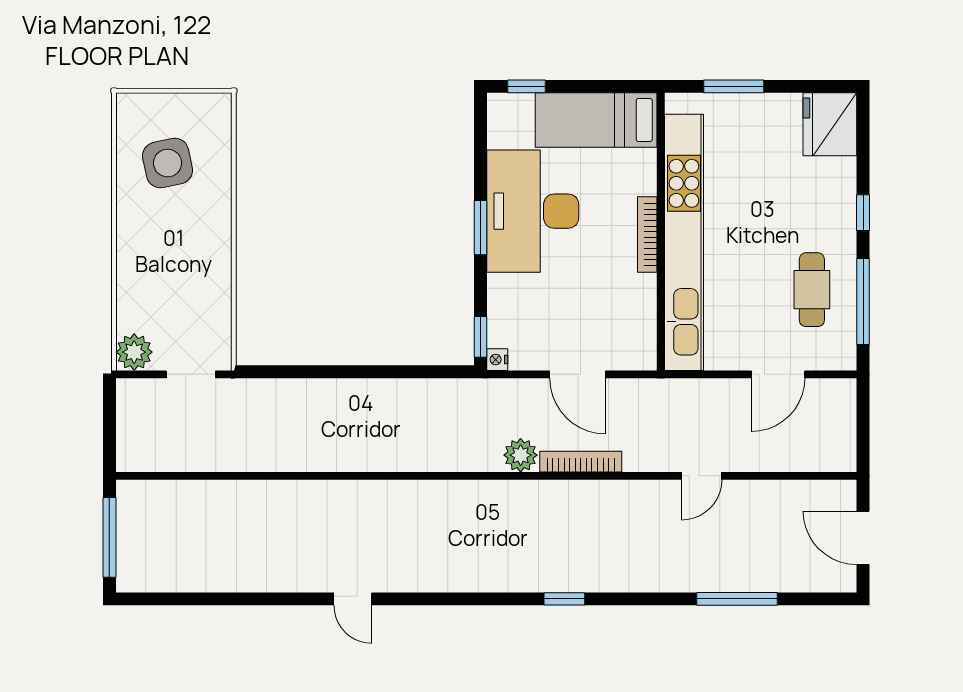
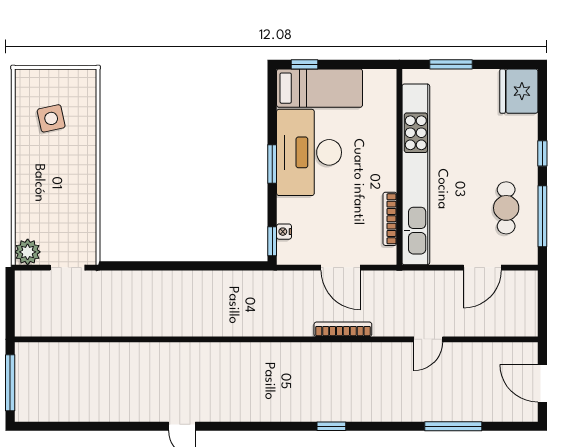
bed: (596, 120) -> (320, 88), moved, turned 180
side table: (168, 163) -> (51, 118), width x0.73, depth x0.73
bookcase: (647, 234) -> (390, 219), moved
nightstand: (497, 360) -> (284, 232), moved
plant: (521, 455) -> (300, 325), removed

